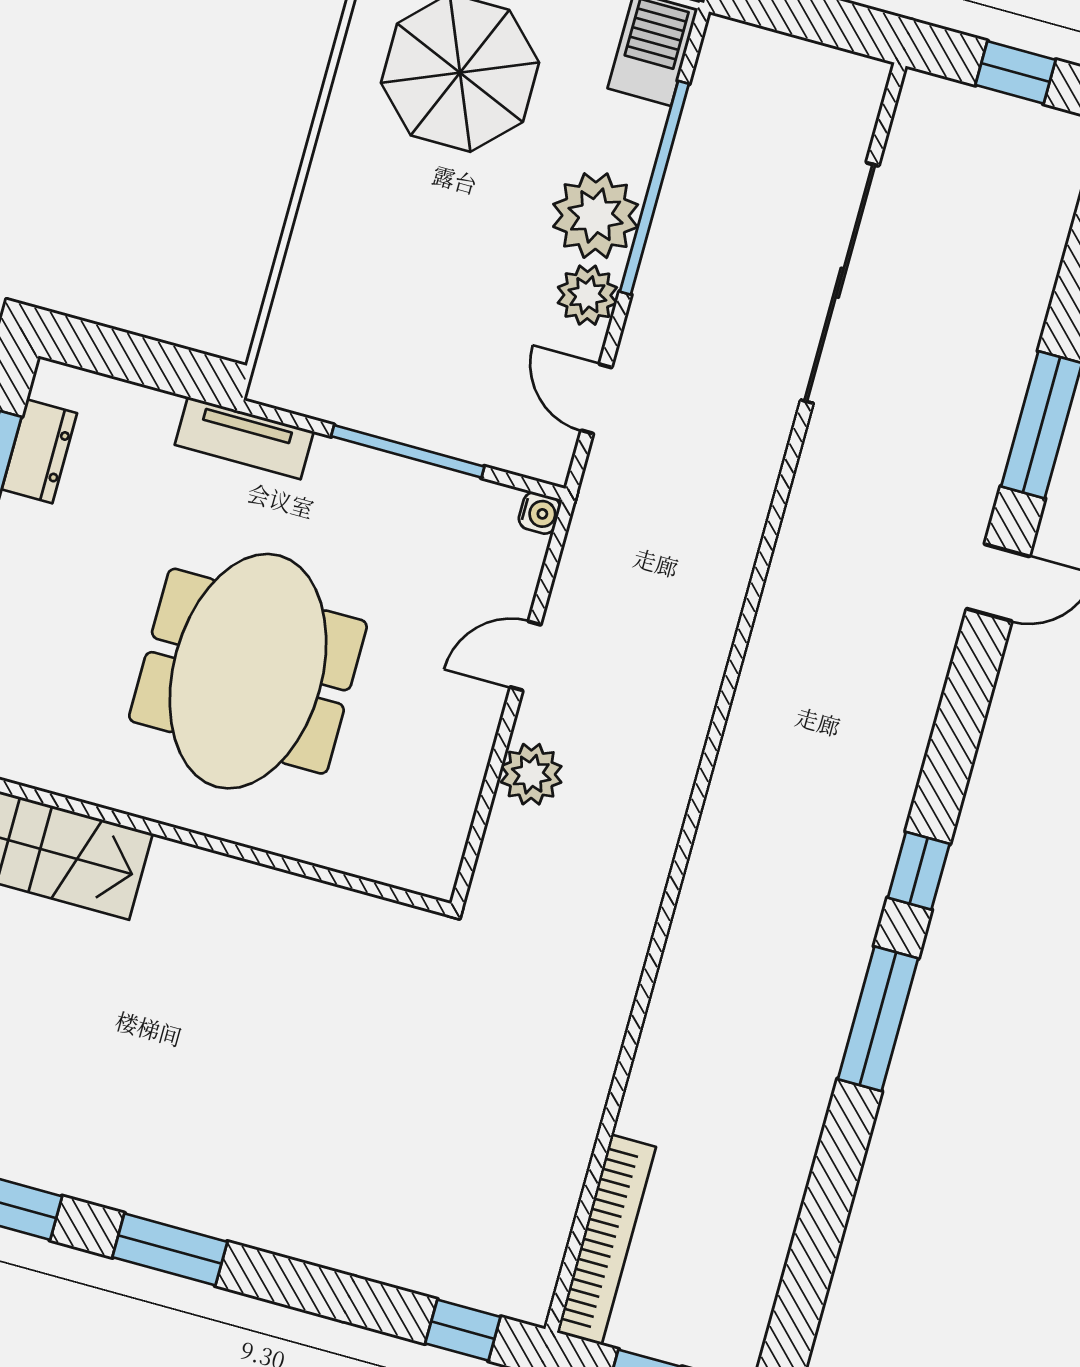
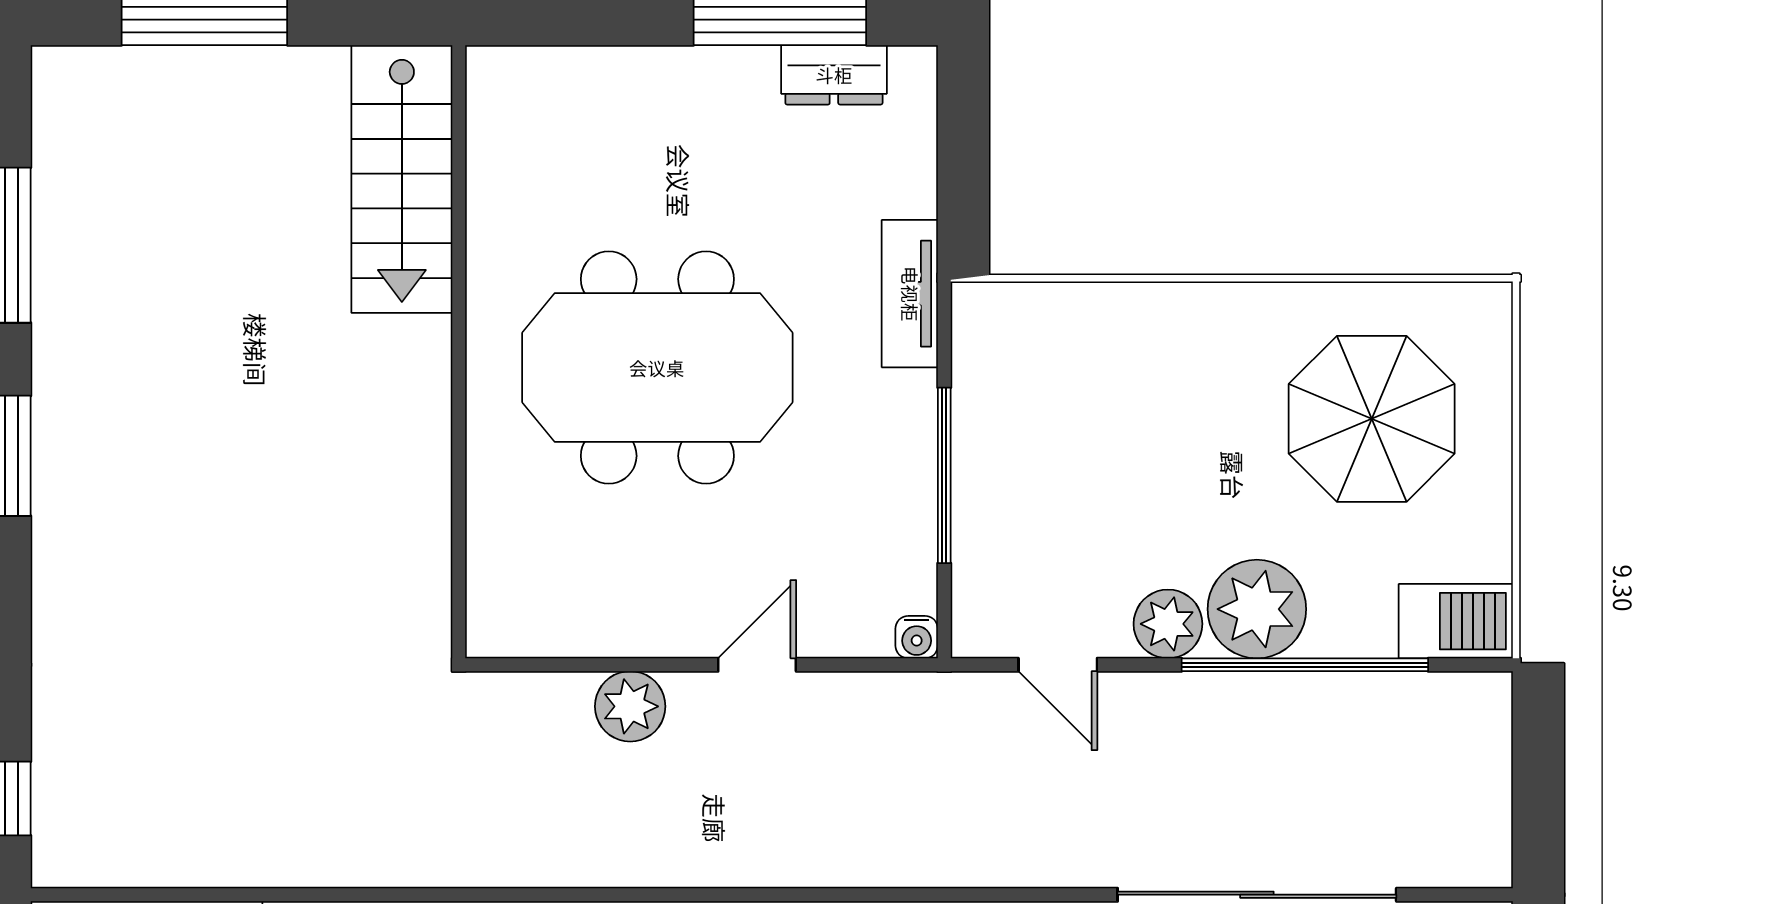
door: (596, 399) -> (1058, 665), swing flipped
door: (526, 656) -> (757, 665), hinge flipped

